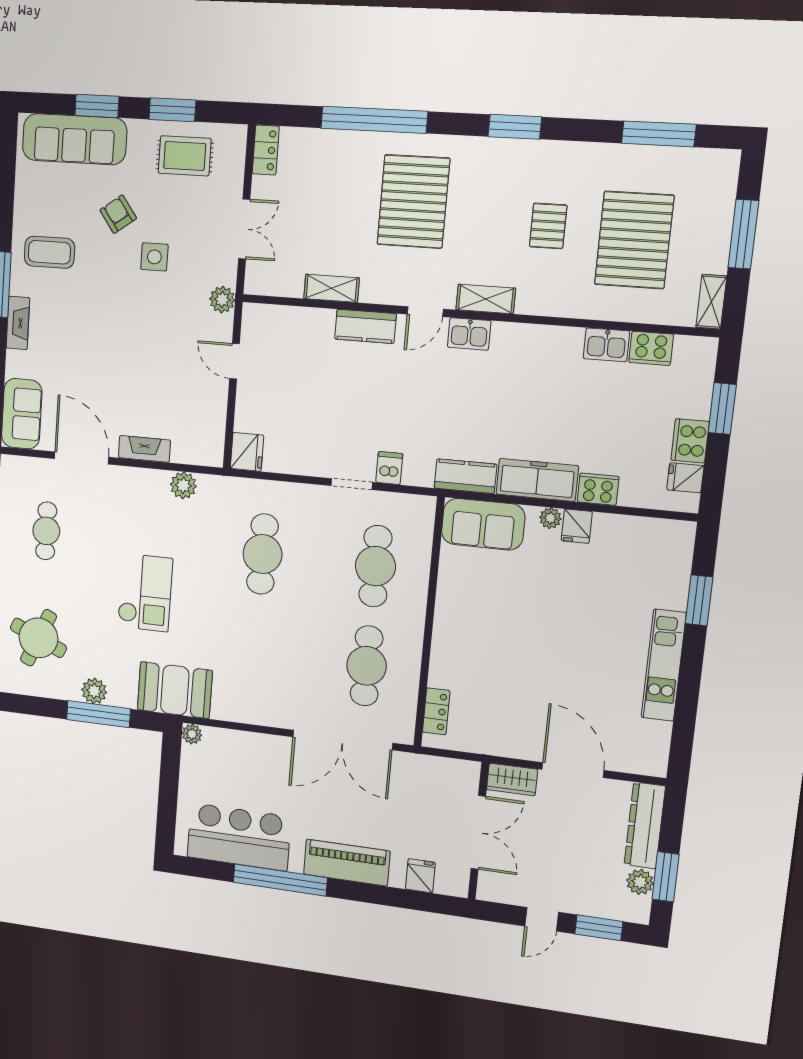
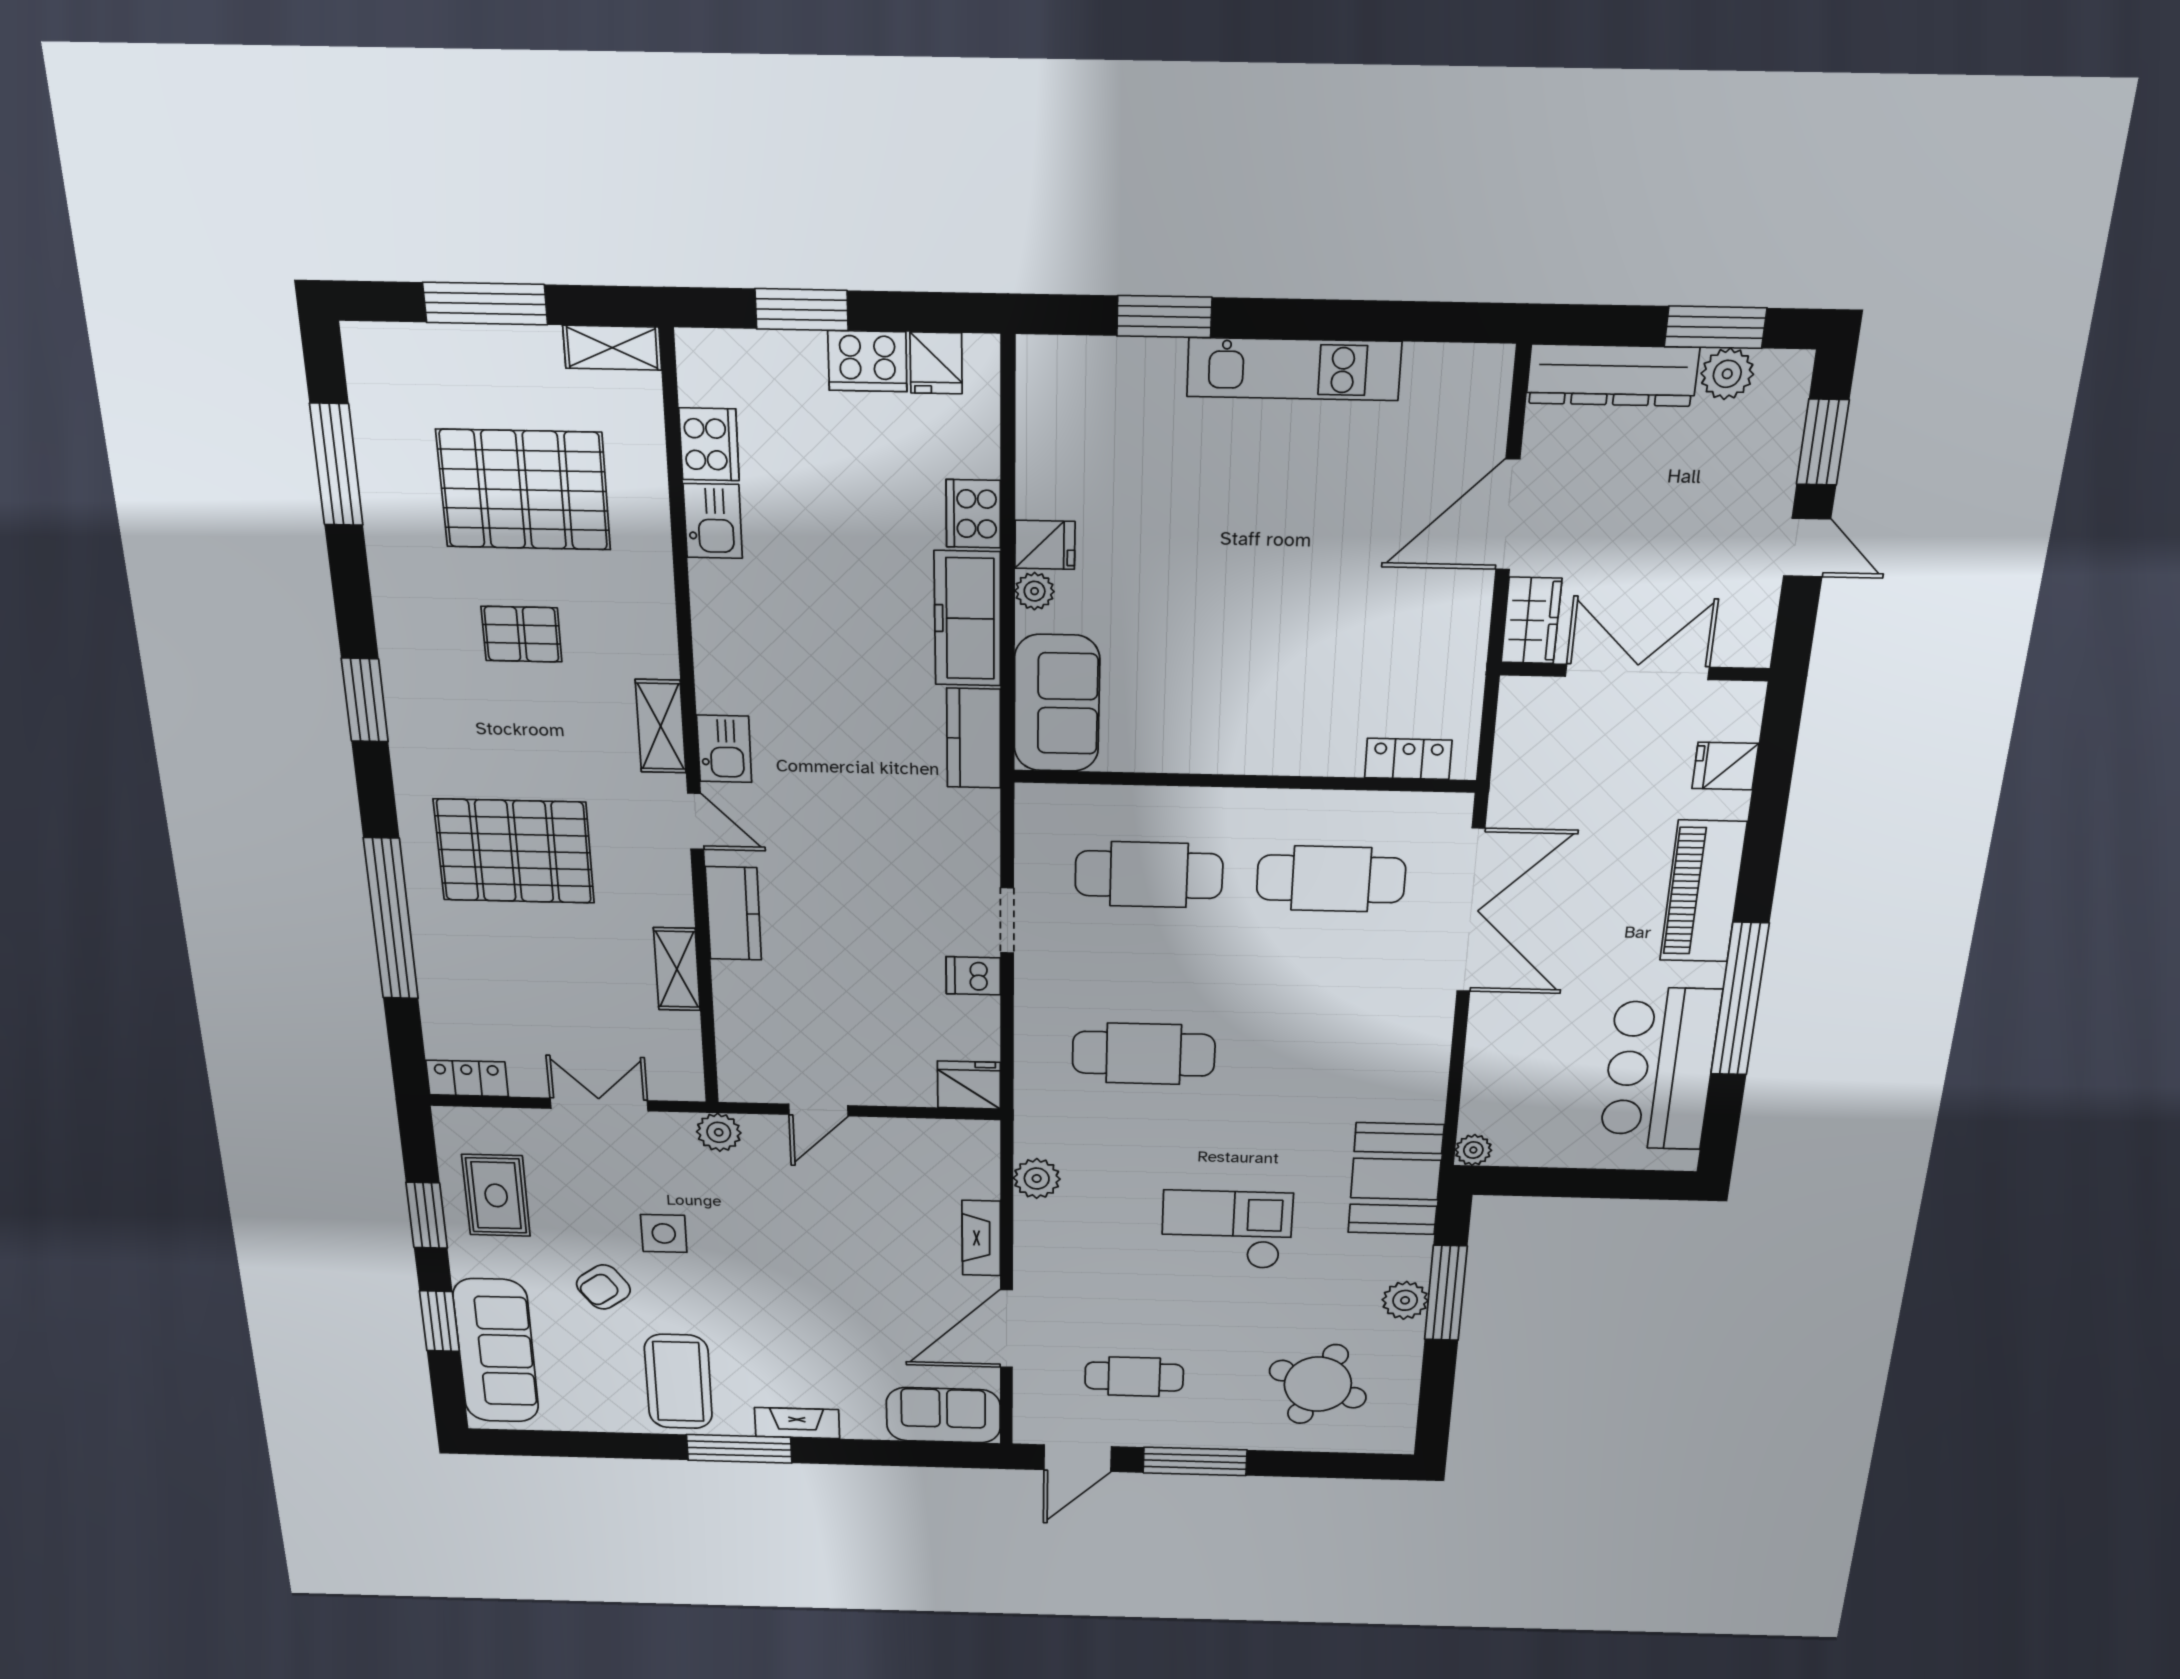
coffee table: (49, 252) -> (678, 1382), width x1.36, depth x1.32
dishwasher: (389, 468) -> (973, 976), moved

